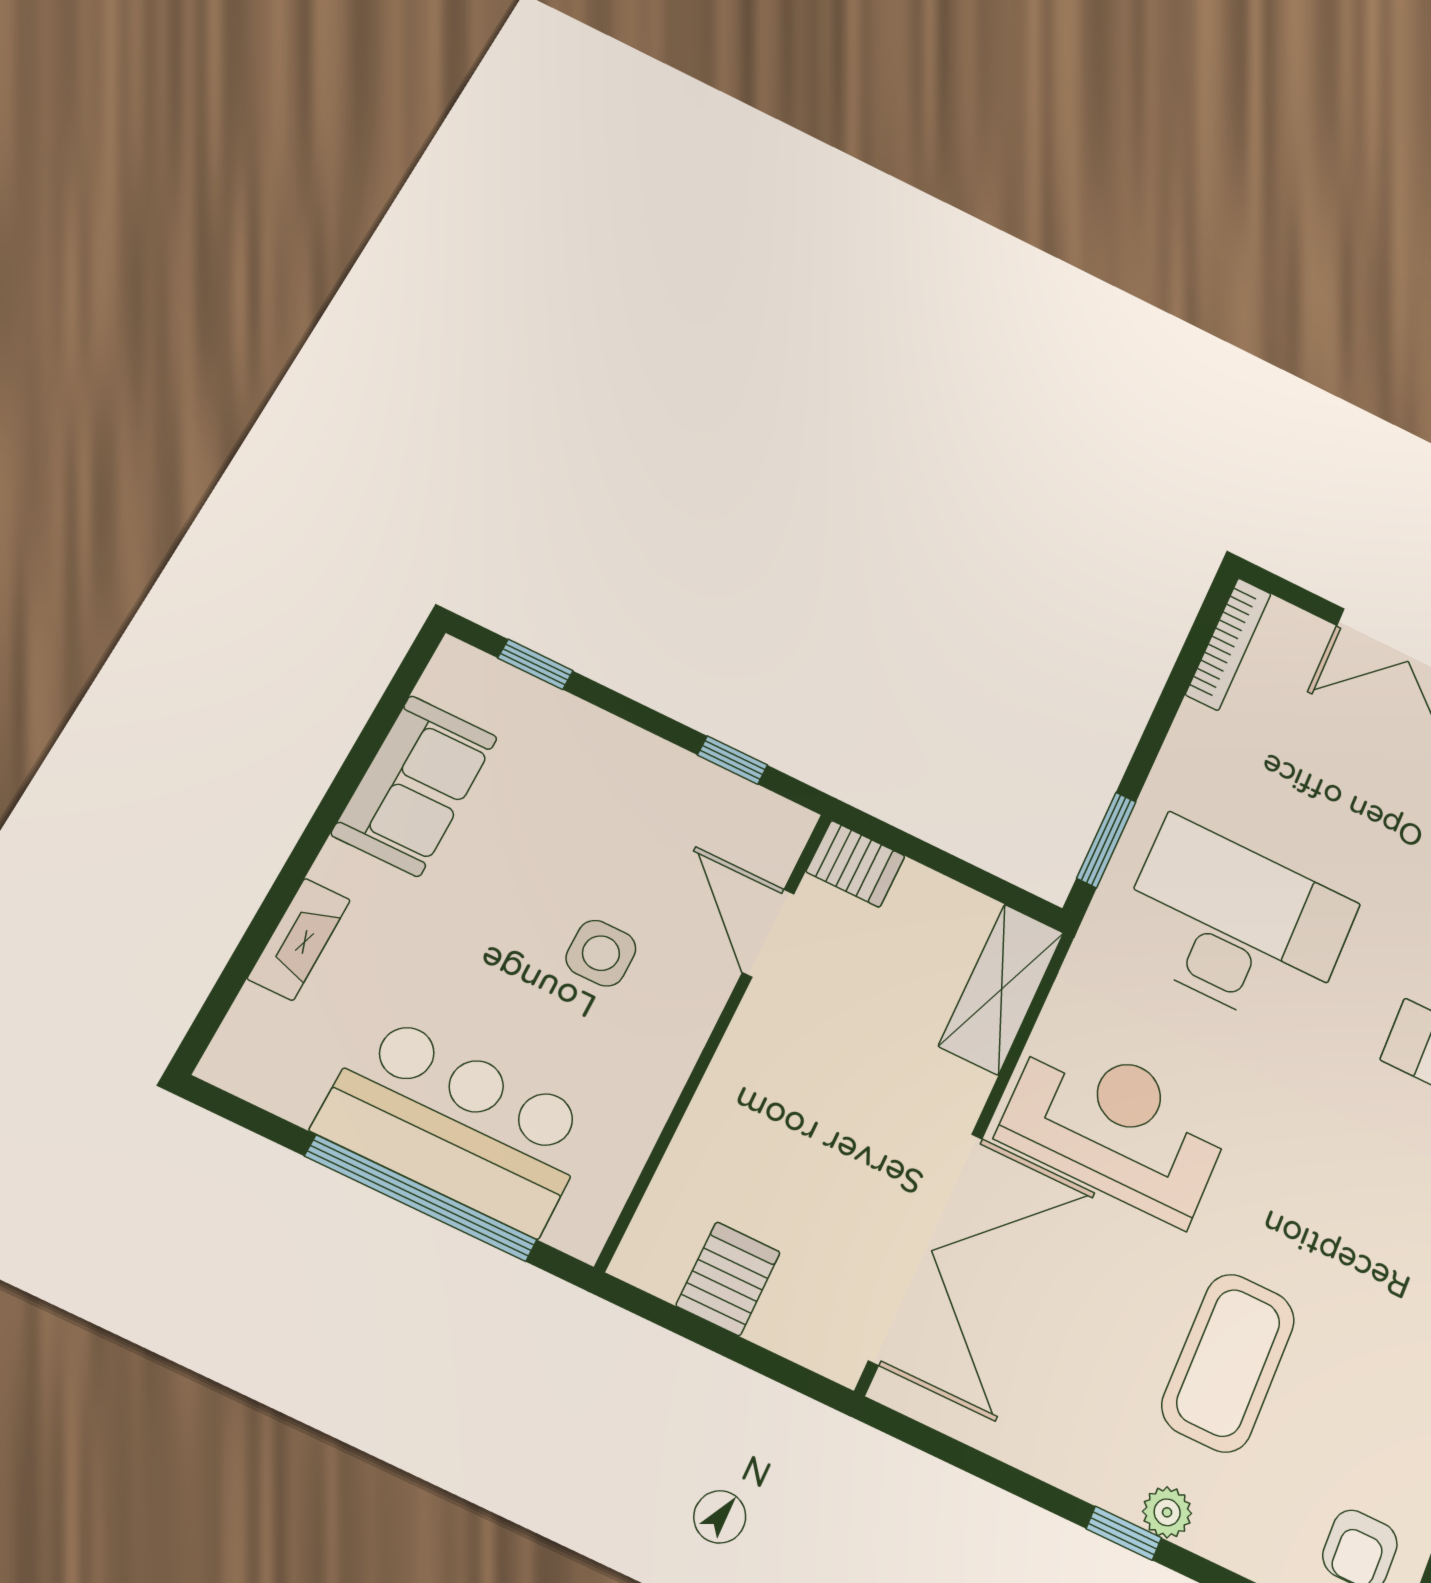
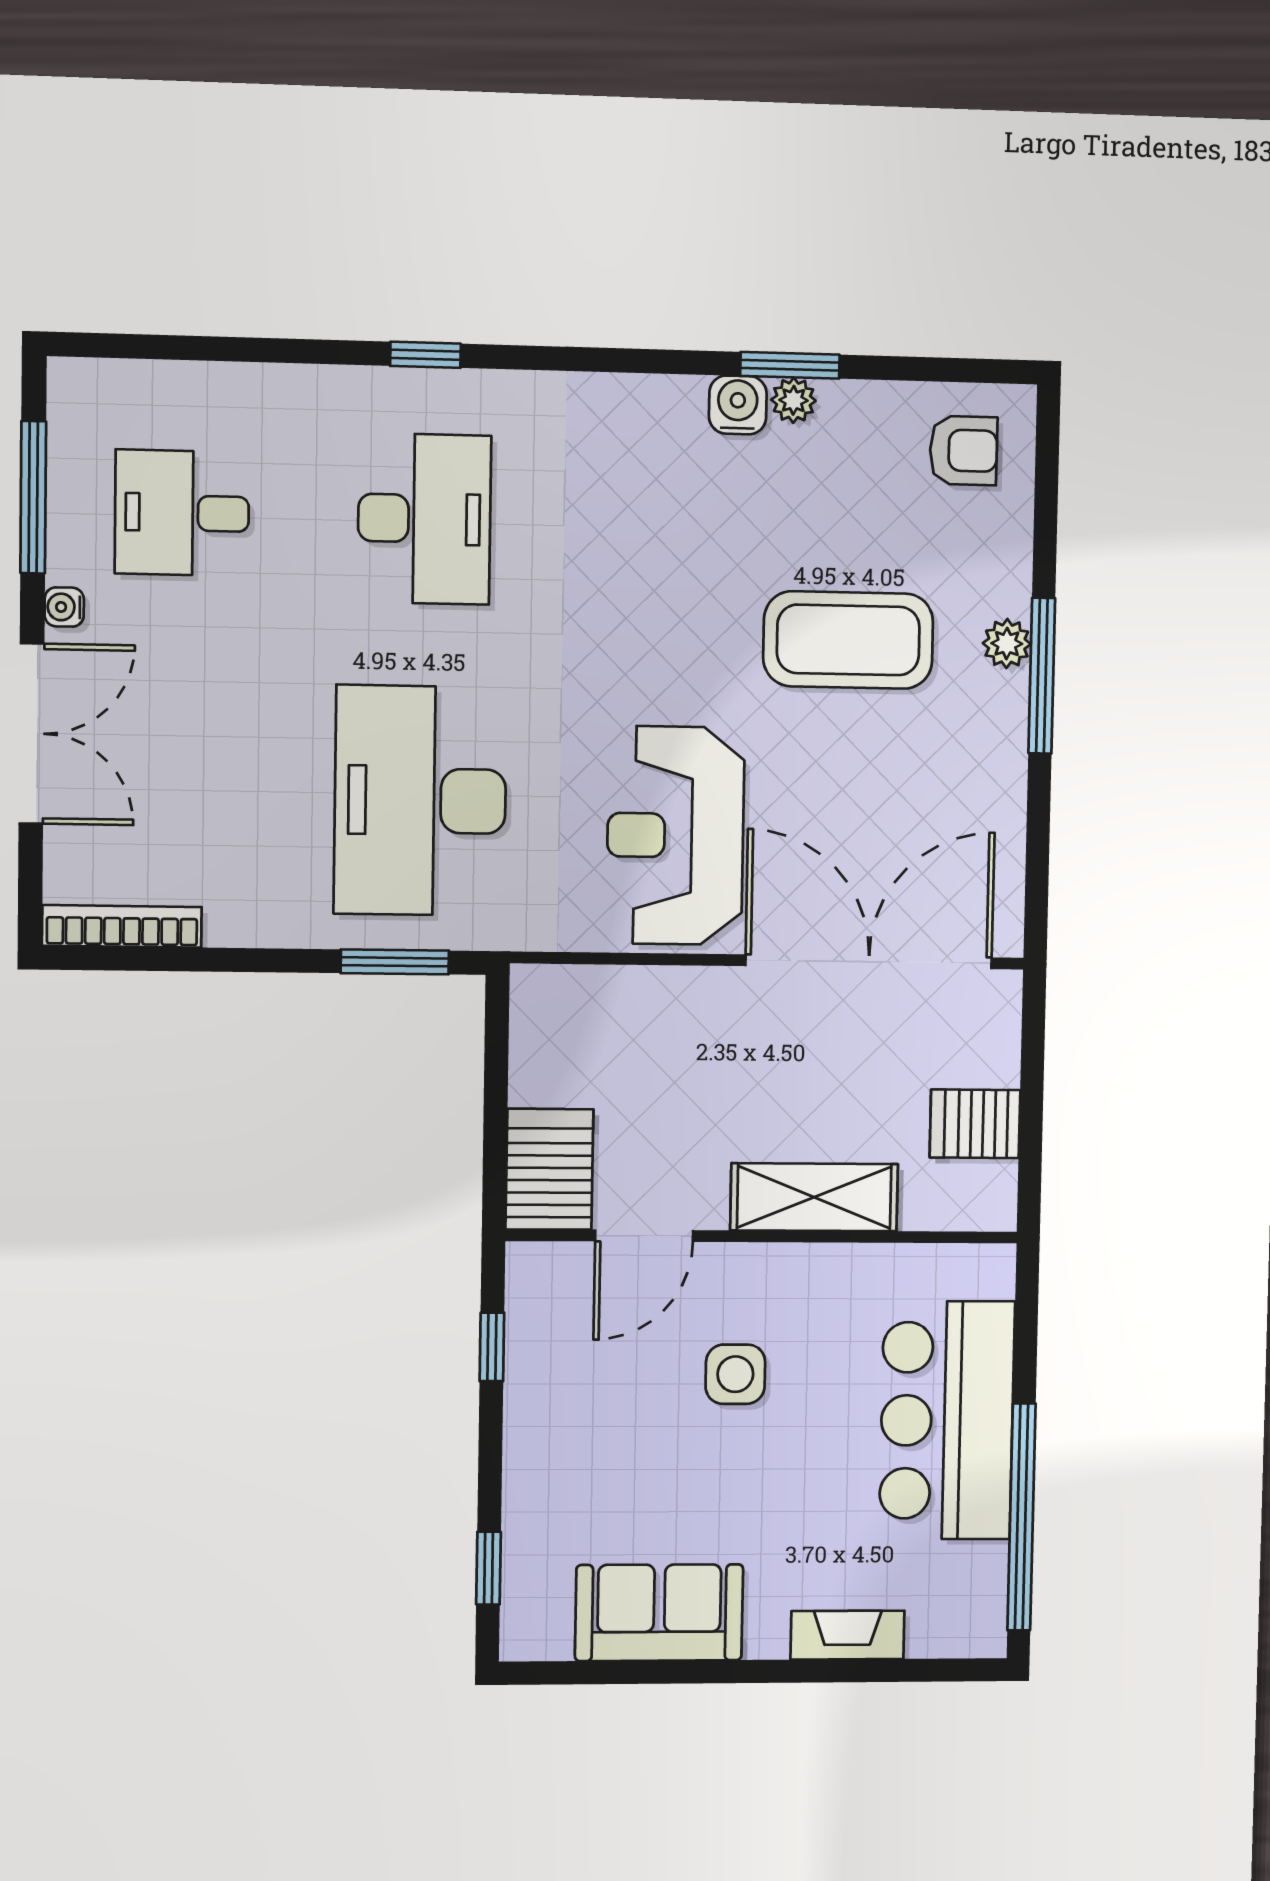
server rack: (855, 864) -> (549, 1169), width x1.36, depth x1.44
shelving: (1002, 989) -> (814, 1197), moved
window: (421, 1198) -> (1021, 1517), moved
window: (1124, 1533) -> (1042, 676), width x2.17

